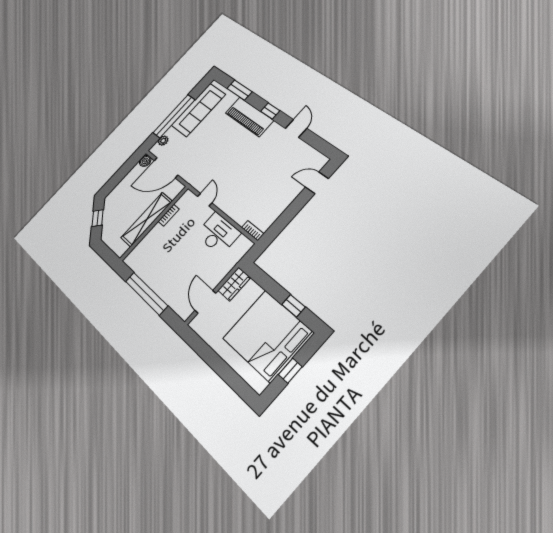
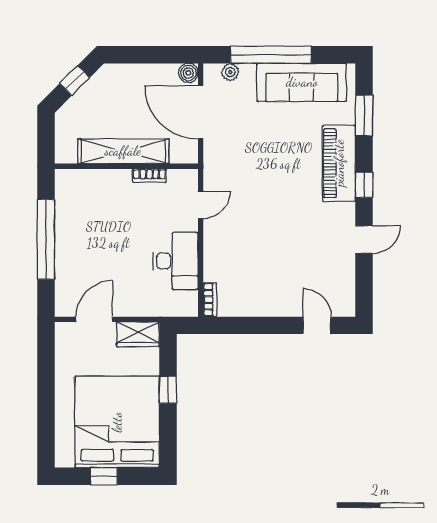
window: (294, 306) -> (168, 390), moved

